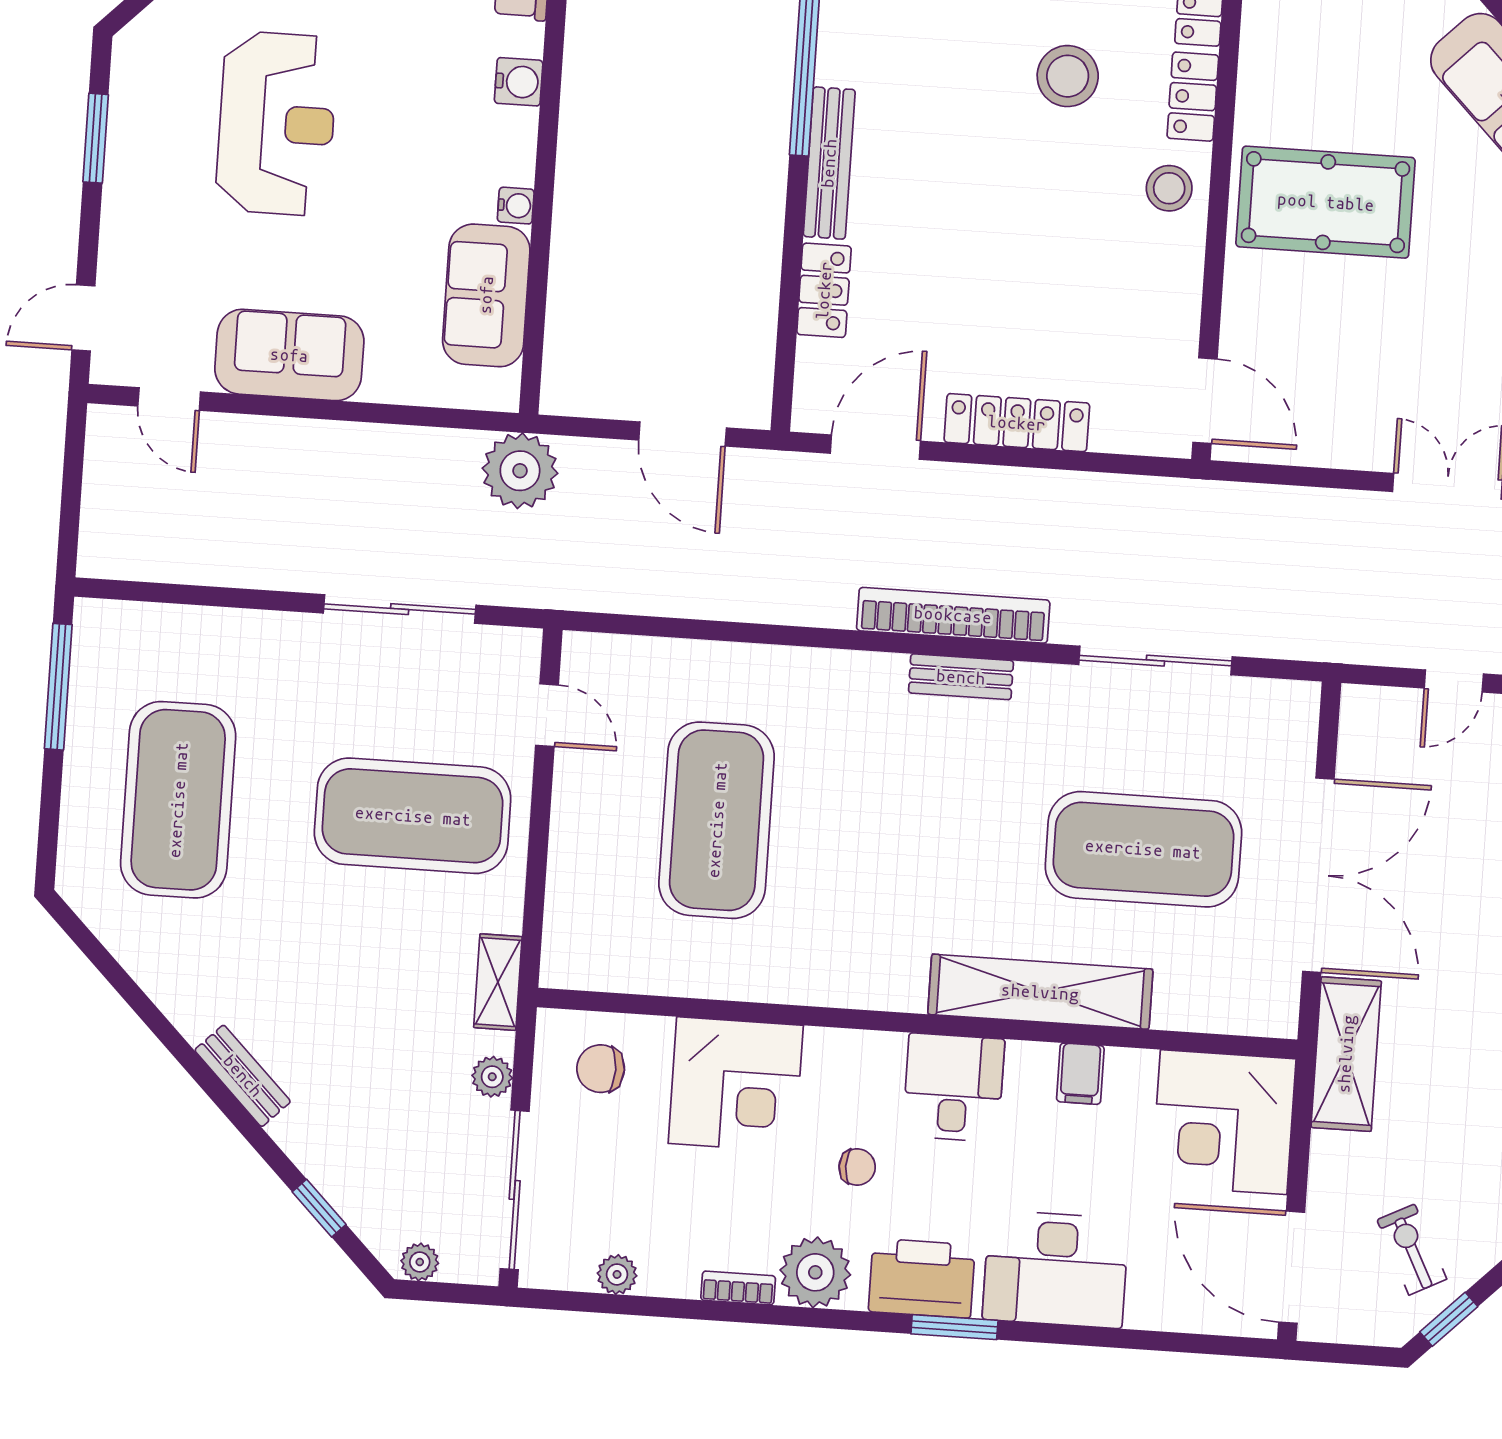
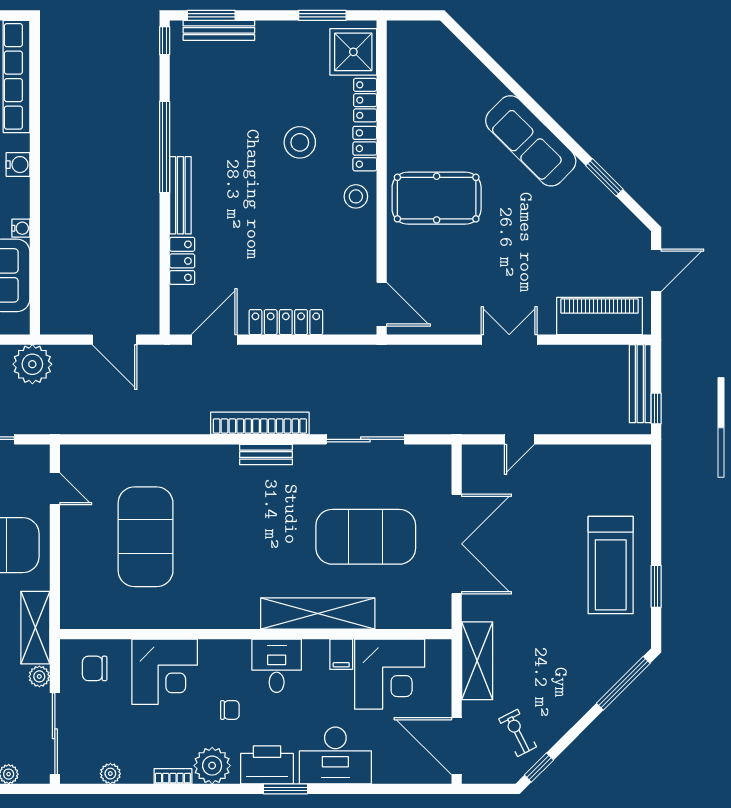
shelving: (498, 982) -> (35, 628), width x1.50, depth x1.33
shelving: (1346, 1054) -> (477, 661), moved
corner desk: (1224, 1122) -> (390, 674), moved, turned -90

